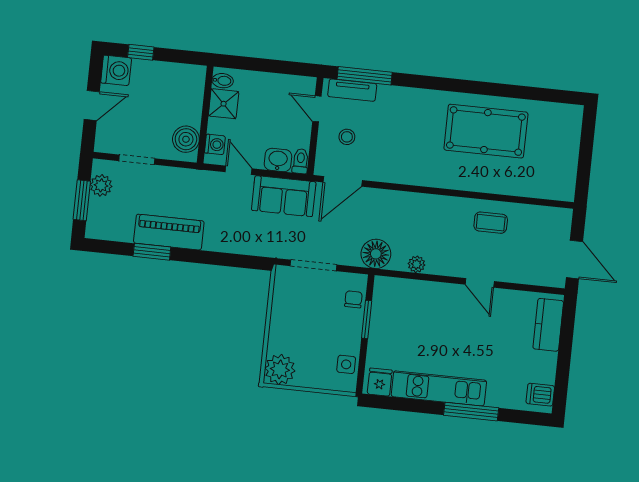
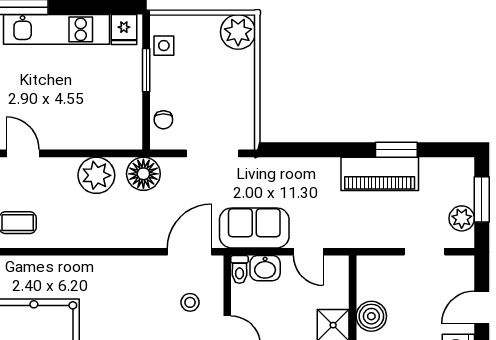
boiler: (186, 139) -> (371, 316), moved
washing machine: (215, 144) -> (338, 278), removed
plant: (416, 264) -> (96, 175), width x1.87, depth x1.87
window: (367, 319) -> (146, 70), moved

